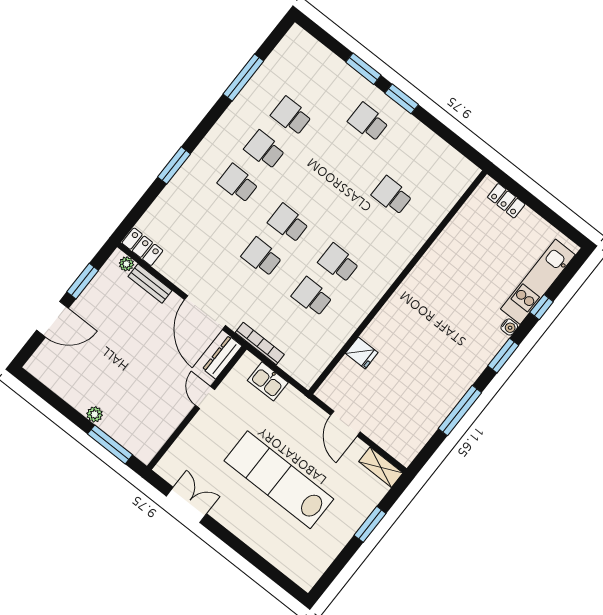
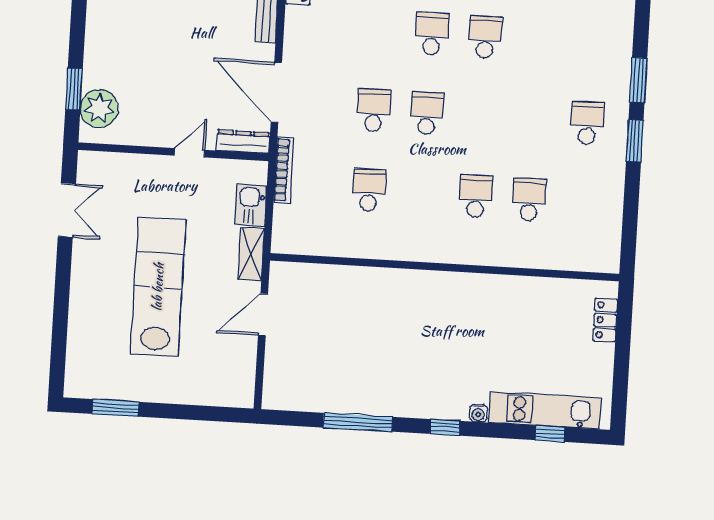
school desk: (291, 116) -> (539, 40), removed
school desk: (339, 263) -> (476, 196), moved
window: (542, 307) -> (550, 434), moved
door: (205, 313) -> (276, 92), hinge flipped
fridge: (362, 353) -> (347, 281), removed
window: (503, 356) -> (445, 427), width x0.67
plant: (95, 414) -> (99, 108), moved, width x1.88, depth x1.88
window: (110, 444) -> (74, 89), width x0.69
shelving: (381, 467) -> (251, 254), moved
window: (370, 524) -> (116, 408), moved

